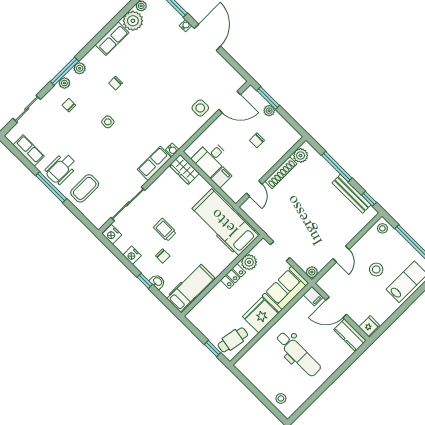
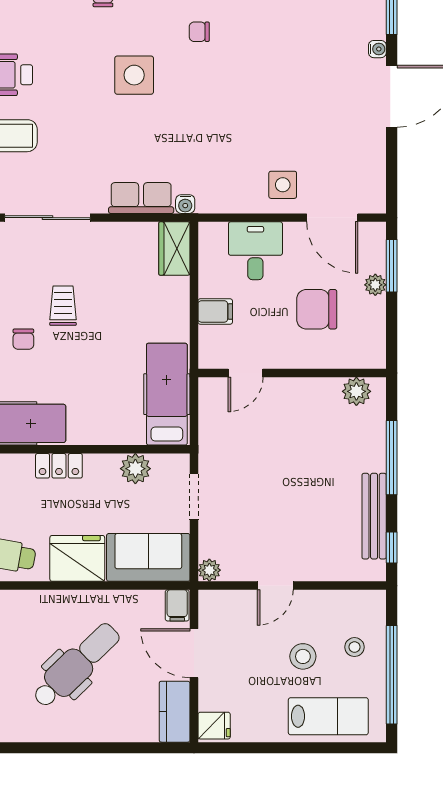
side table: (108, 122) -> (134, 75), width x1.87, depth x1.87
chair: (257, 140) -> (317, 309), width x1.87, depth x1.87
desk: (211, 158) -> (255, 251), moved, turned 90
shoe rack: (281, 173) -> (305, 388), removed
hospital bed: (225, 222) -> (167, 394), width x0.73, depth x0.78
stool: (382, 228) -> (354, 647), moved
locker: (233, 276) -> (59, 466), moved
dental chair: (298, 354) -> (76, 665), turned -134

